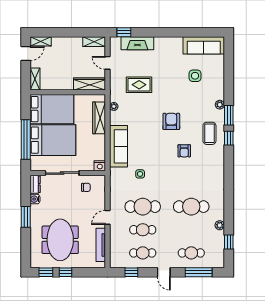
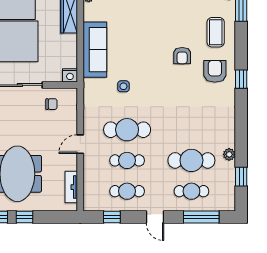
armchair: (171, 121) -> (215, 71), moved
window: (229, 138) -> (241, 79), moved
cafe table: (191, 207) -> (191, 160), moved
tv unit: (101, 245) -> (71, 187), width x0.71

